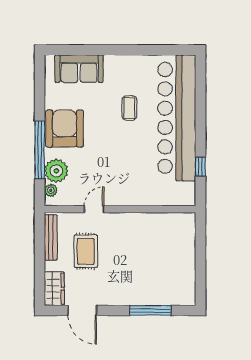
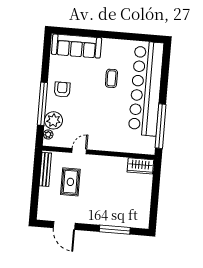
sofa: (79, 69) -> (77, 46), width x1.36
armchair: (65, 129) -> (62, 90), width x0.53, depth x0.53
window: (200, 167) -> (161, 126), width x3.17
wardrobe: (54, 289) -> (140, 166), moved, turned 90

